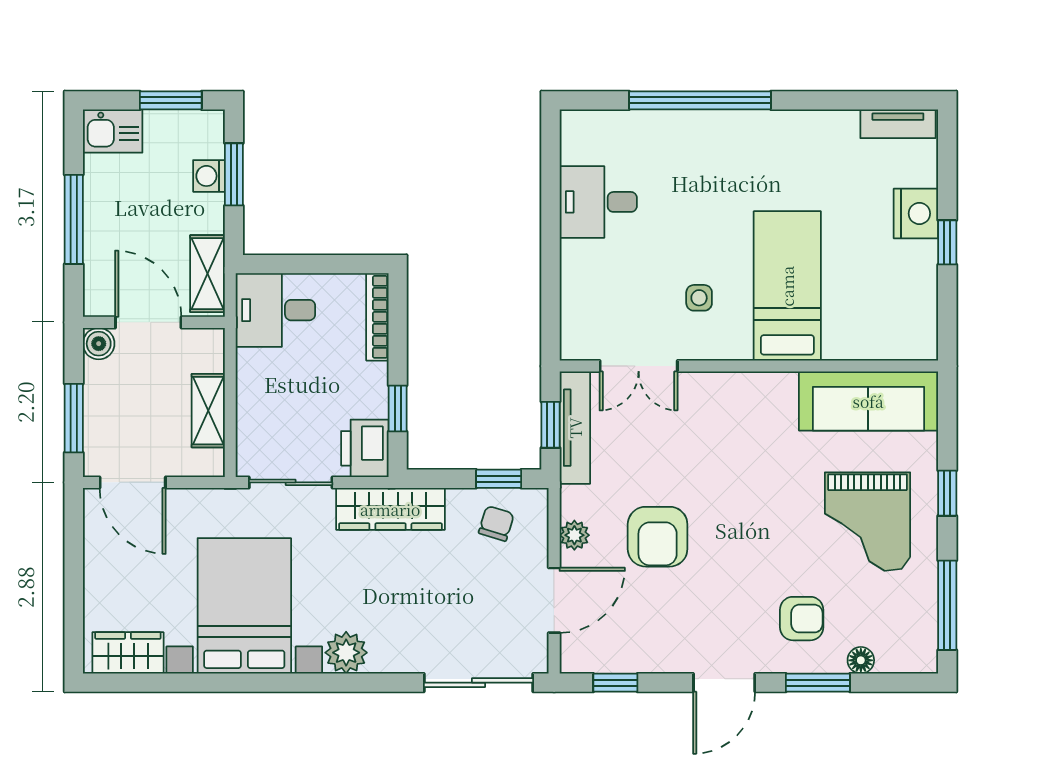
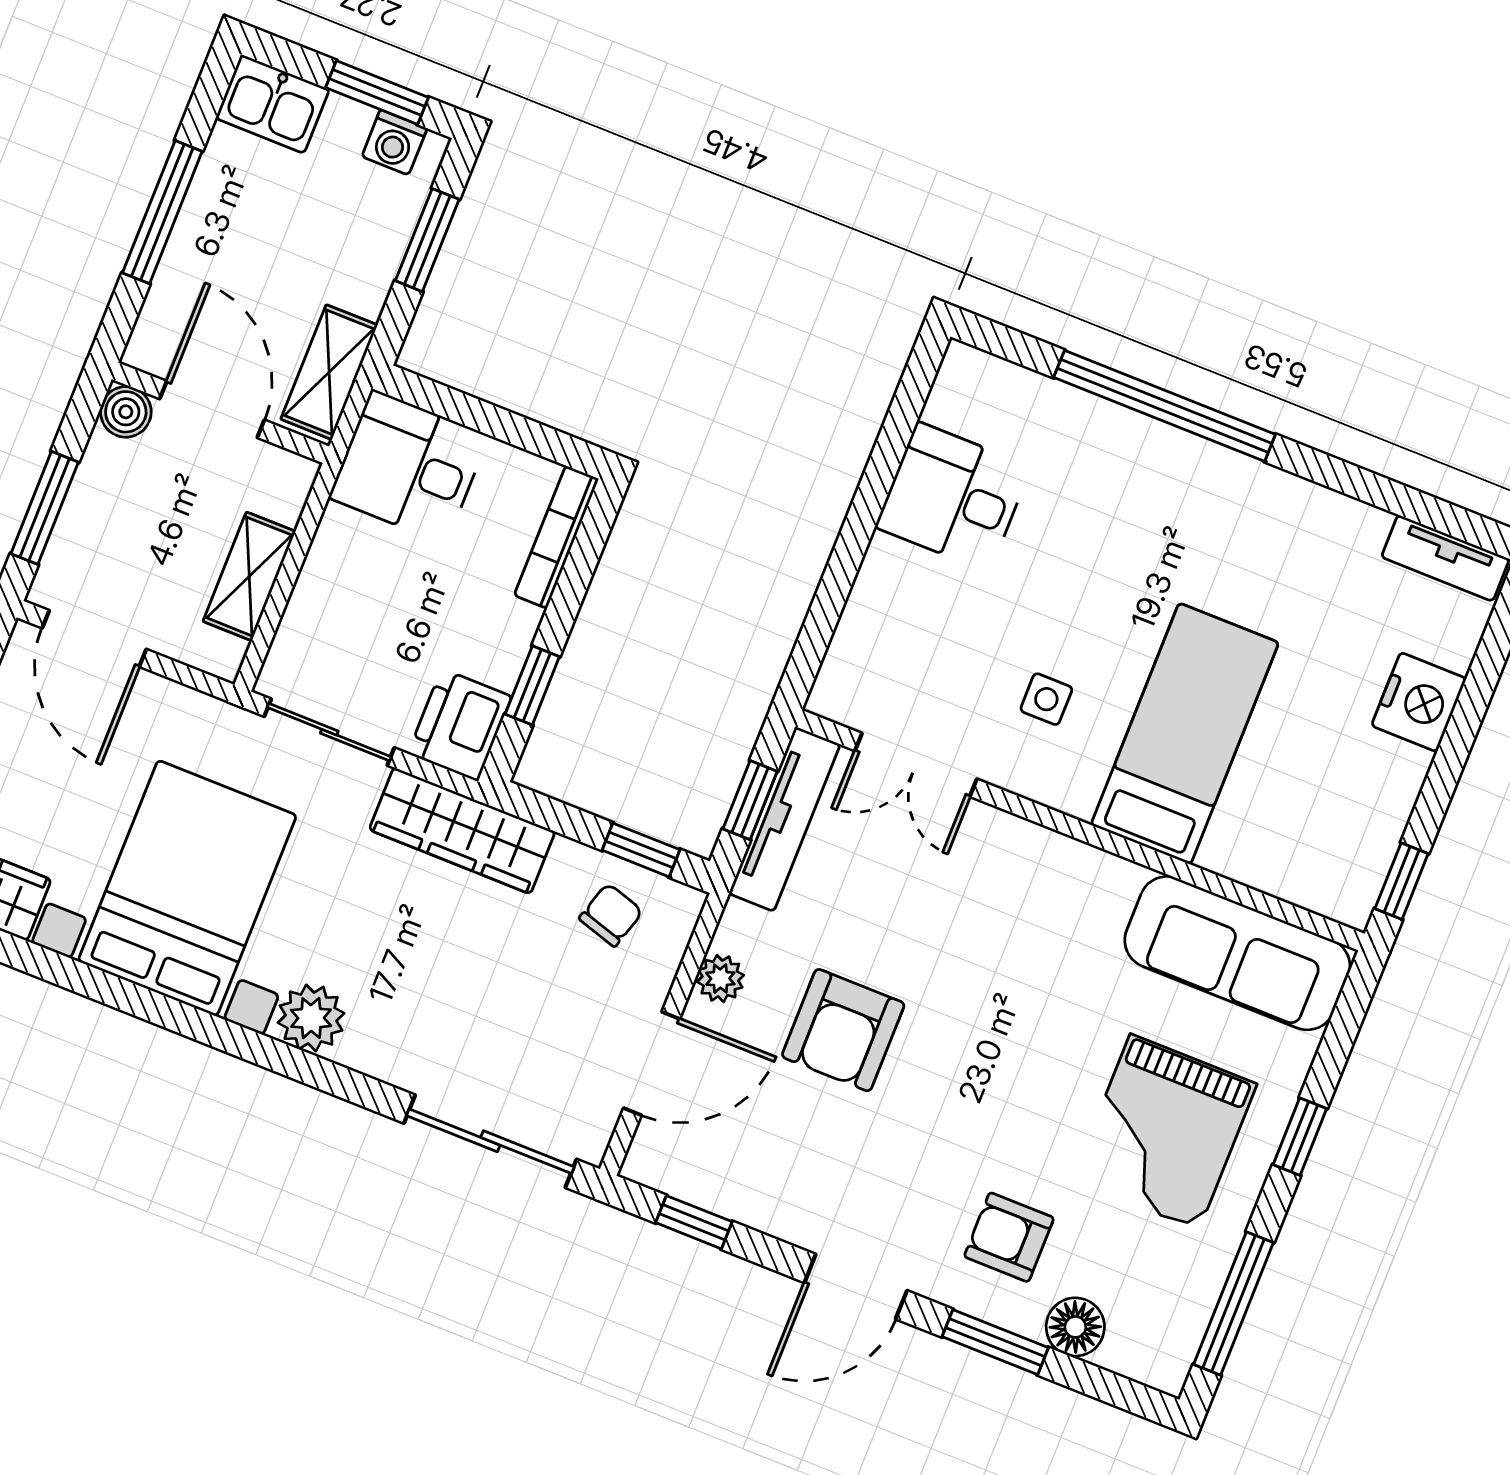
washing machine: (209, 176) -> (394, 142), moved, turned -90
window: (947, 242) -> (1402, 881), moved
armchair: (802, 619) -> (1009, 1237), turned 180
floor lamp: (861, 660) -> (1075, 1327), width x1.37, depth x1.37

